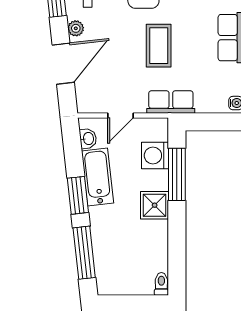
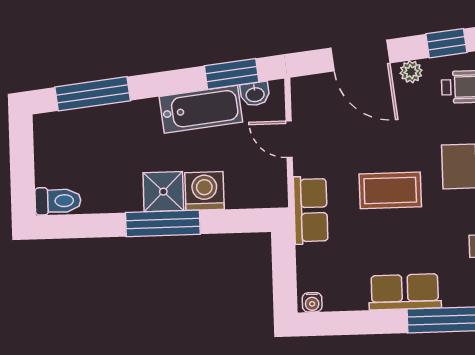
washing machine: (155, 155) -> (204, 191), moved
window: (177, 174) -> (163, 223), moved
window: (78, 195) -> (232, 74), moved
toilet: (161, 284) -> (58, 201), width x1.37, depth x1.39

